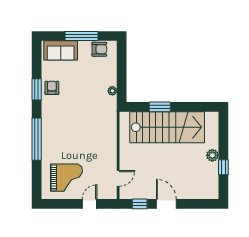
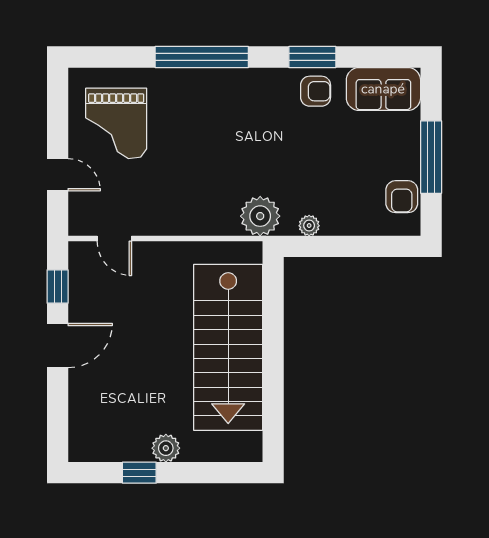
sofa: (61, 50) -> (383, 89), moved, turned -90
window: (160, 107) -> (273, 331), removed
plant: (108, 113) -> (260, 216), added

